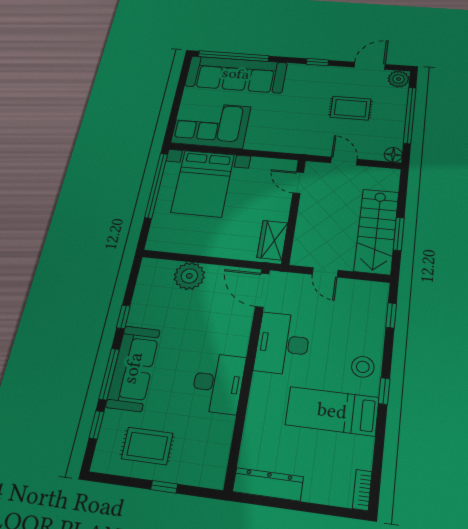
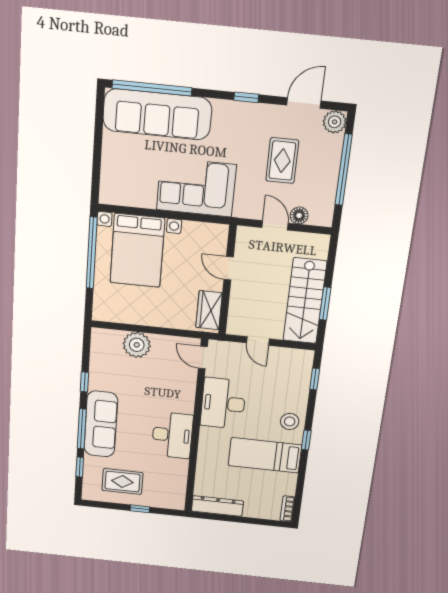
rug: (351, 108) -> (282, 161), turned 90
corner sofa: (211, 125) -> (196, 187), moved
floor lamp: (393, 155) -> (299, 215), moved
door: (298, 183) -> (229, 268), moved
door: (262, 290) -> (203, 358), width x0.73

